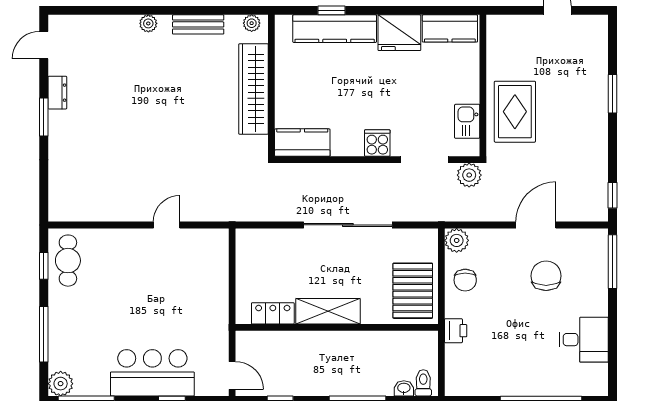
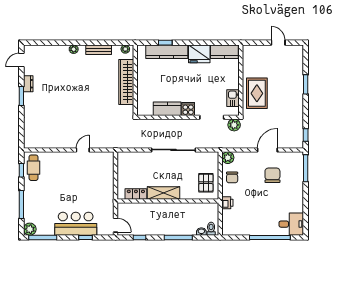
kitchen counter: (302, 143) -> (167, 109), moved
pallet: (413, 291) -> (206, 183), width x0.67, depth x0.71
desk: (584, 340) -> (291, 224), moved

